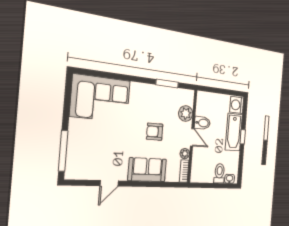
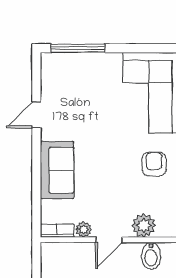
bidet: (202, 123) -> (151, 256), moved
armchair: (155, 132) -> (154, 164), moved
door: (109, 183) -> (36, 115), hinge flipped

